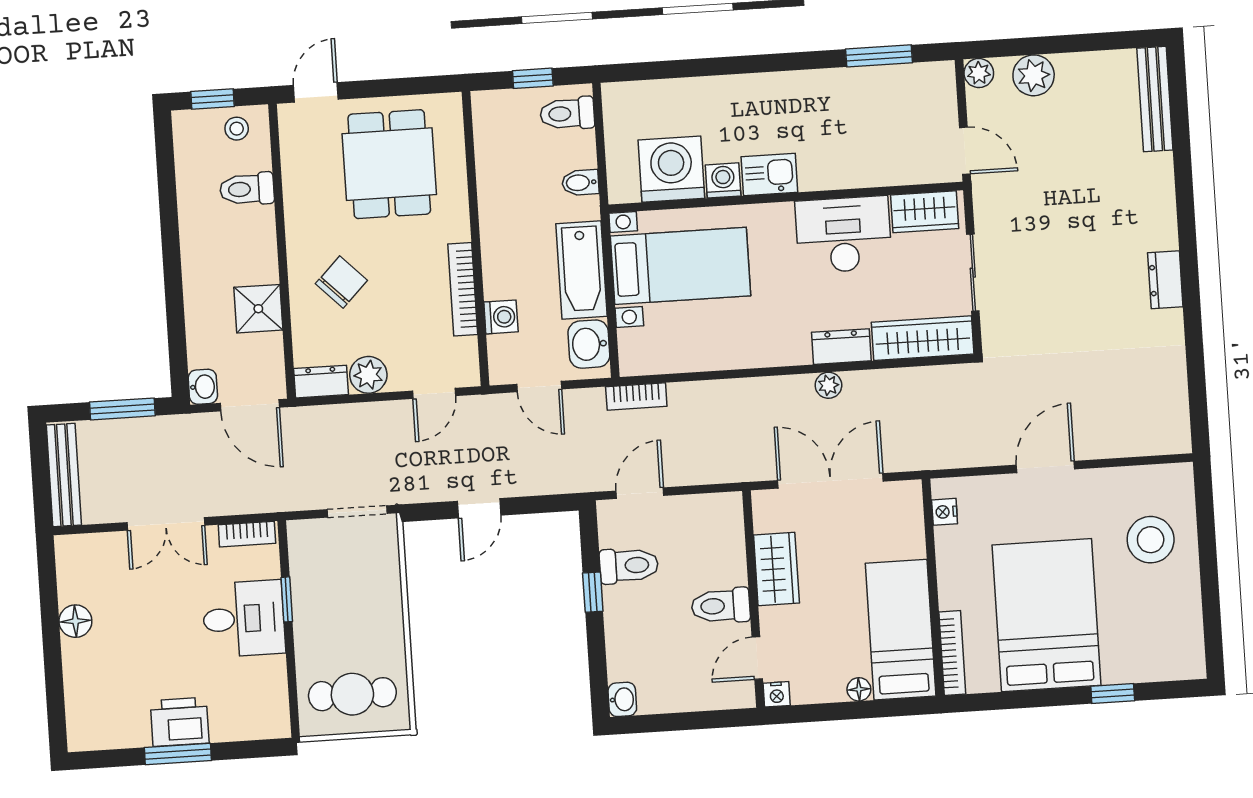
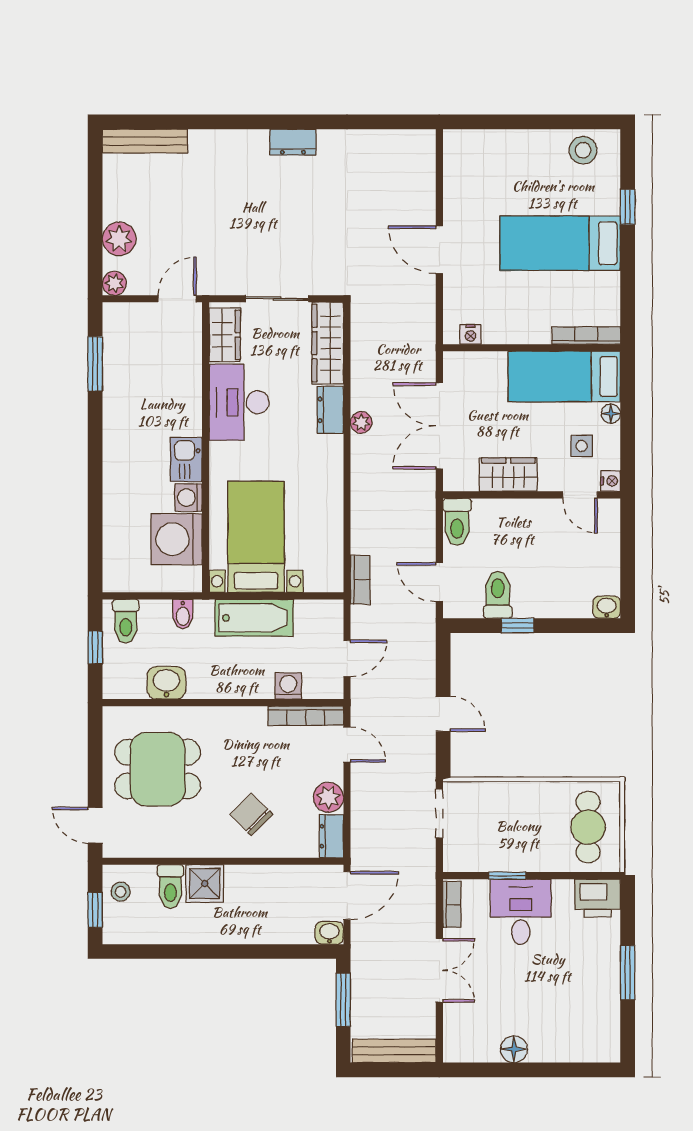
bookcase: (463, 289) -> (306, 716), moved
shower: (258, 309) -> (205, 883), moved
washbasin: (589, 344) -> (166, 683), moved, turned 180
stool: (1151, 540) -> (583, 150), moved, width x0.73, depth x0.73
toilet: (721, 606) -> (457, 522), moved
bed: (1046, 615) -> (560, 243), width x0.67
side table: (817, 656) -> (582, 446), added
printer: (180, 722) -> (598, 898), moved, turned -90

